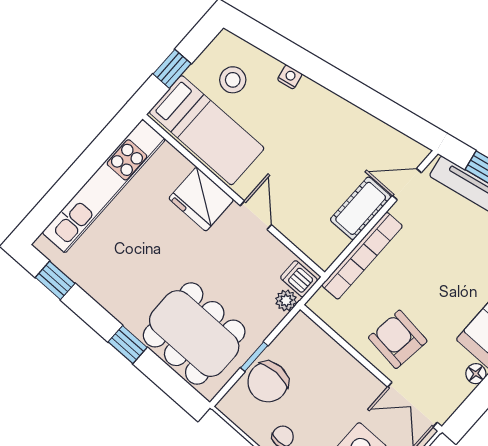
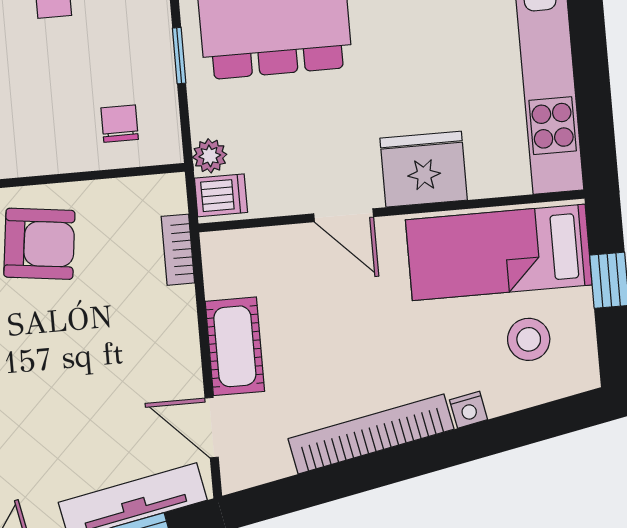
bookcase: (342, 110) -> (371, 434), added
door: (407, 184) -> (212, 428), swing flipped
bookcase: (362, 256) -> (178, 250), width x0.43, depth x0.76
chair: (268, 382) -> (120, 124), moved, width x0.54, depth x0.54

